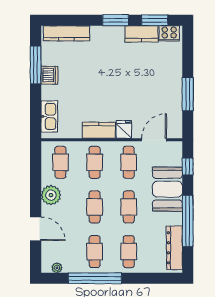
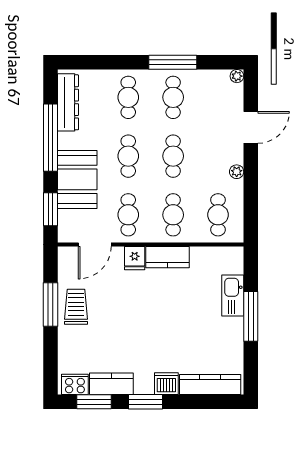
window: (36, 65) -> (251, 316), moved
dishwasher: (49, 75) -> (166, 384), moved, turned 90
trolley: (168, 92) -> (76, 307), added
kitchen sink: (49, 116) -> (233, 296), moved
window: (188, 167) -> (51, 209), width x1.50
plant: (51, 195) -> (237, 172), width x0.53, depth x0.53
door: (36, 229) -> (251, 127), swing flipped
plant: (57, 268) -> (237, 76), moved
window: (95, 278) -> (173, 62), width x0.68

